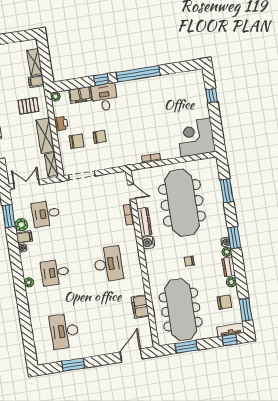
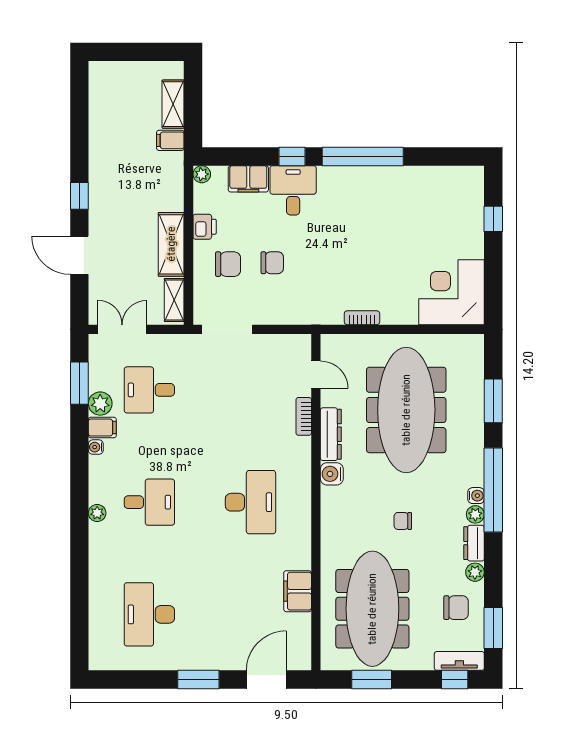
pallet: (28, 106) -> (149, 184), removed
window: (234, 238) -> (493, 490), width x2.11
desk: (55, 272) -> (149, 502), turned 180
window: (73, 365) -> (198, 680), moved

